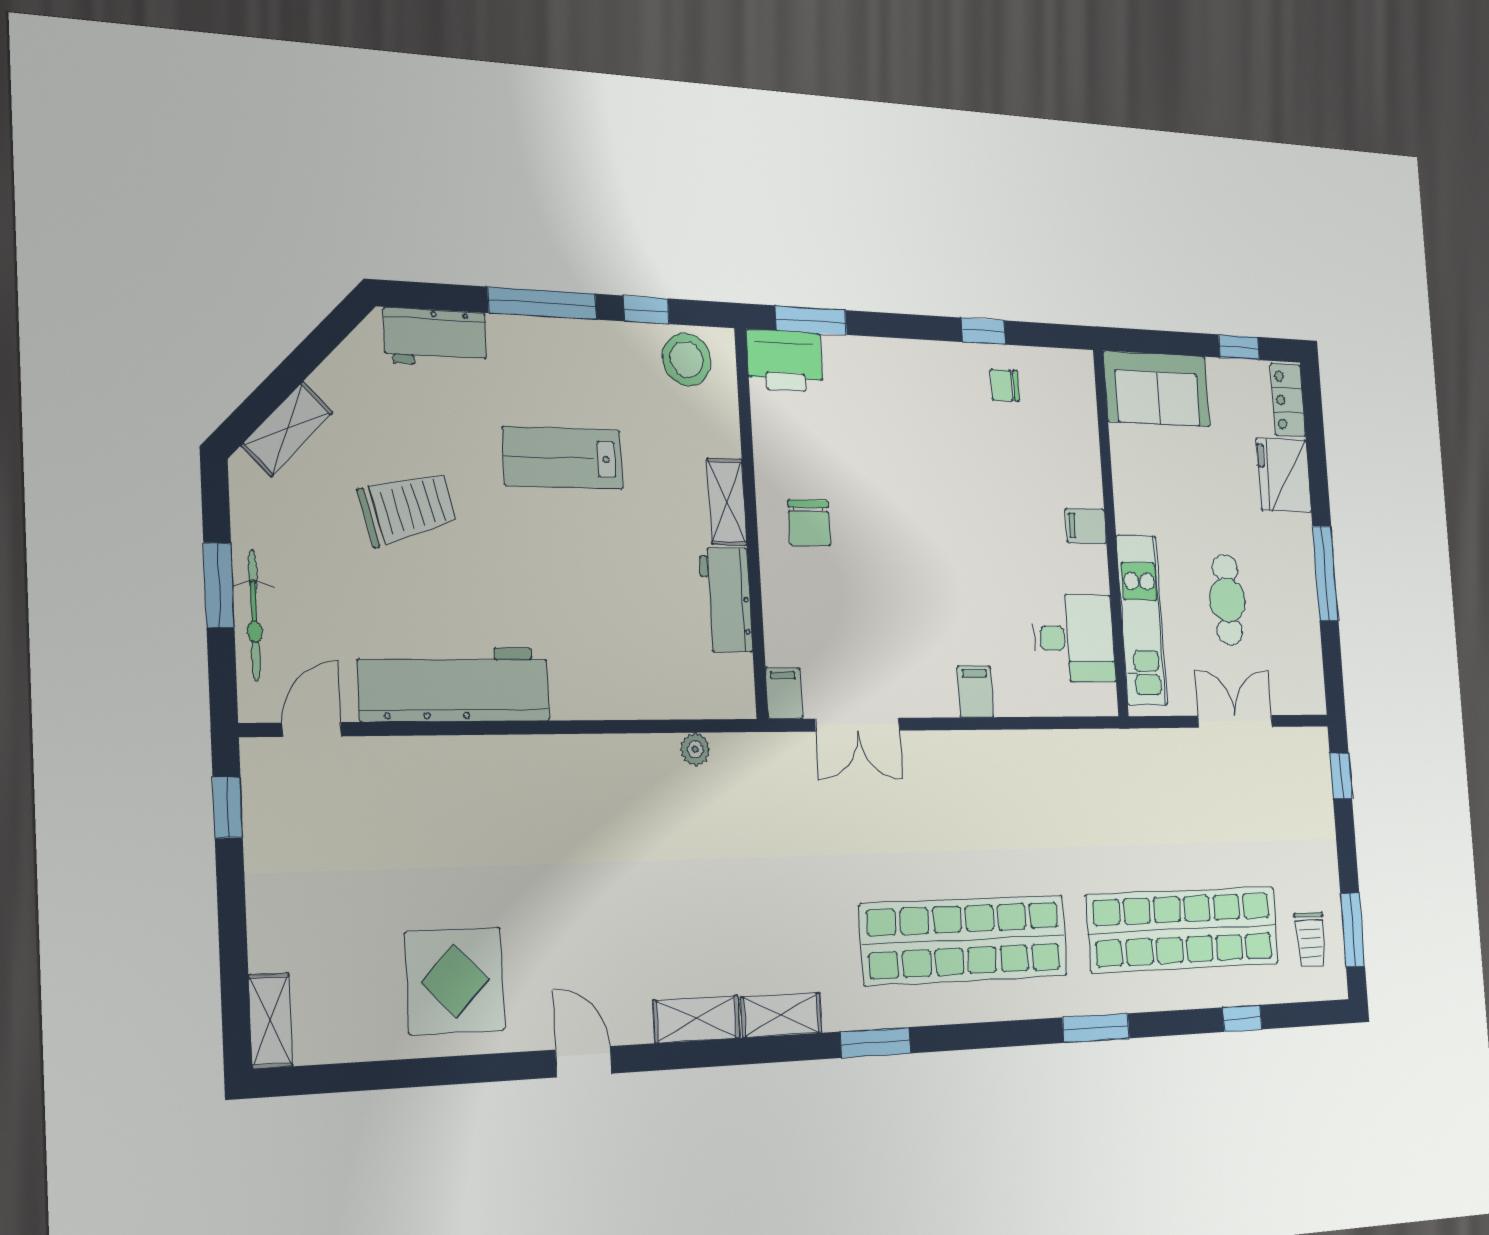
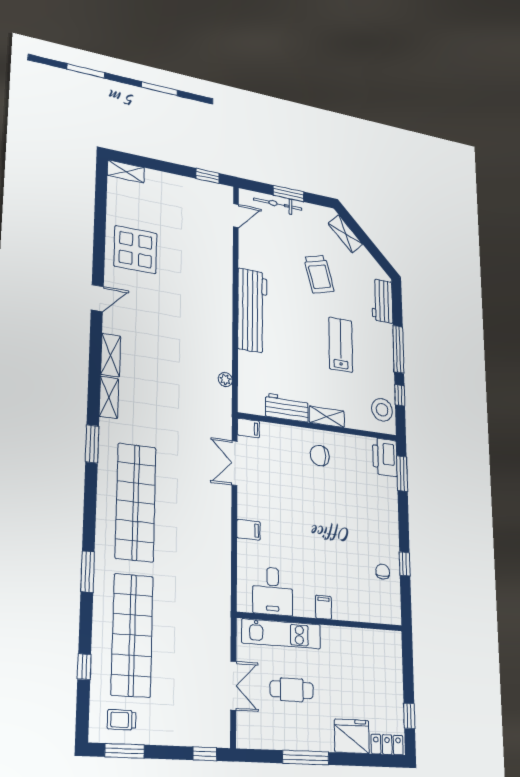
sofa: (1157, 389) -> (387, 661), removed
workbench: (454, 684) -> (252, 310), moved
door: (312, 730) -> (236, 216), hinge flipped

